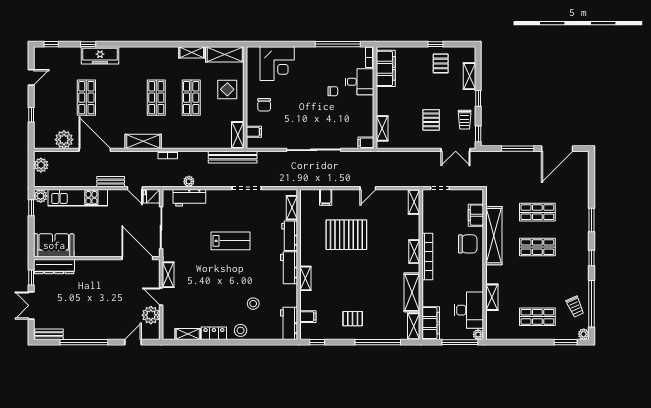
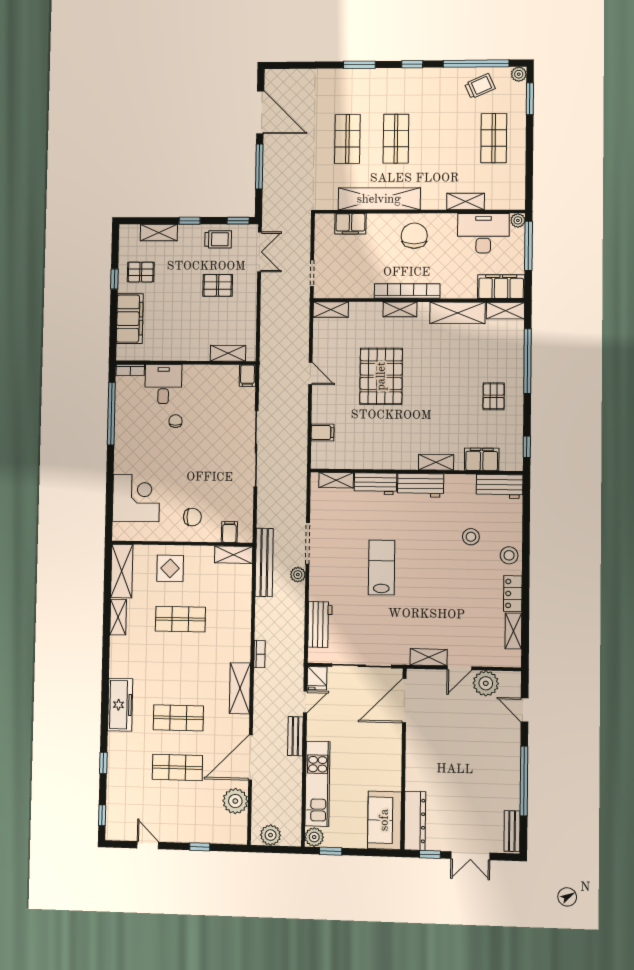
freezer: (100, 55) -> (120, 705), moved
filing cabinet: (386, 68) -> (130, 319), moved, turned 90
shop shelf: (156, 98) -> (178, 718), moved
plant: (189, 181) -> (298, 575), moved
pallet: (346, 235) -> (381, 376), moved
chair: (468, 244) -> (414, 236), moved
filing cabinet: (308, 317) -> (482, 459), width x2.00

